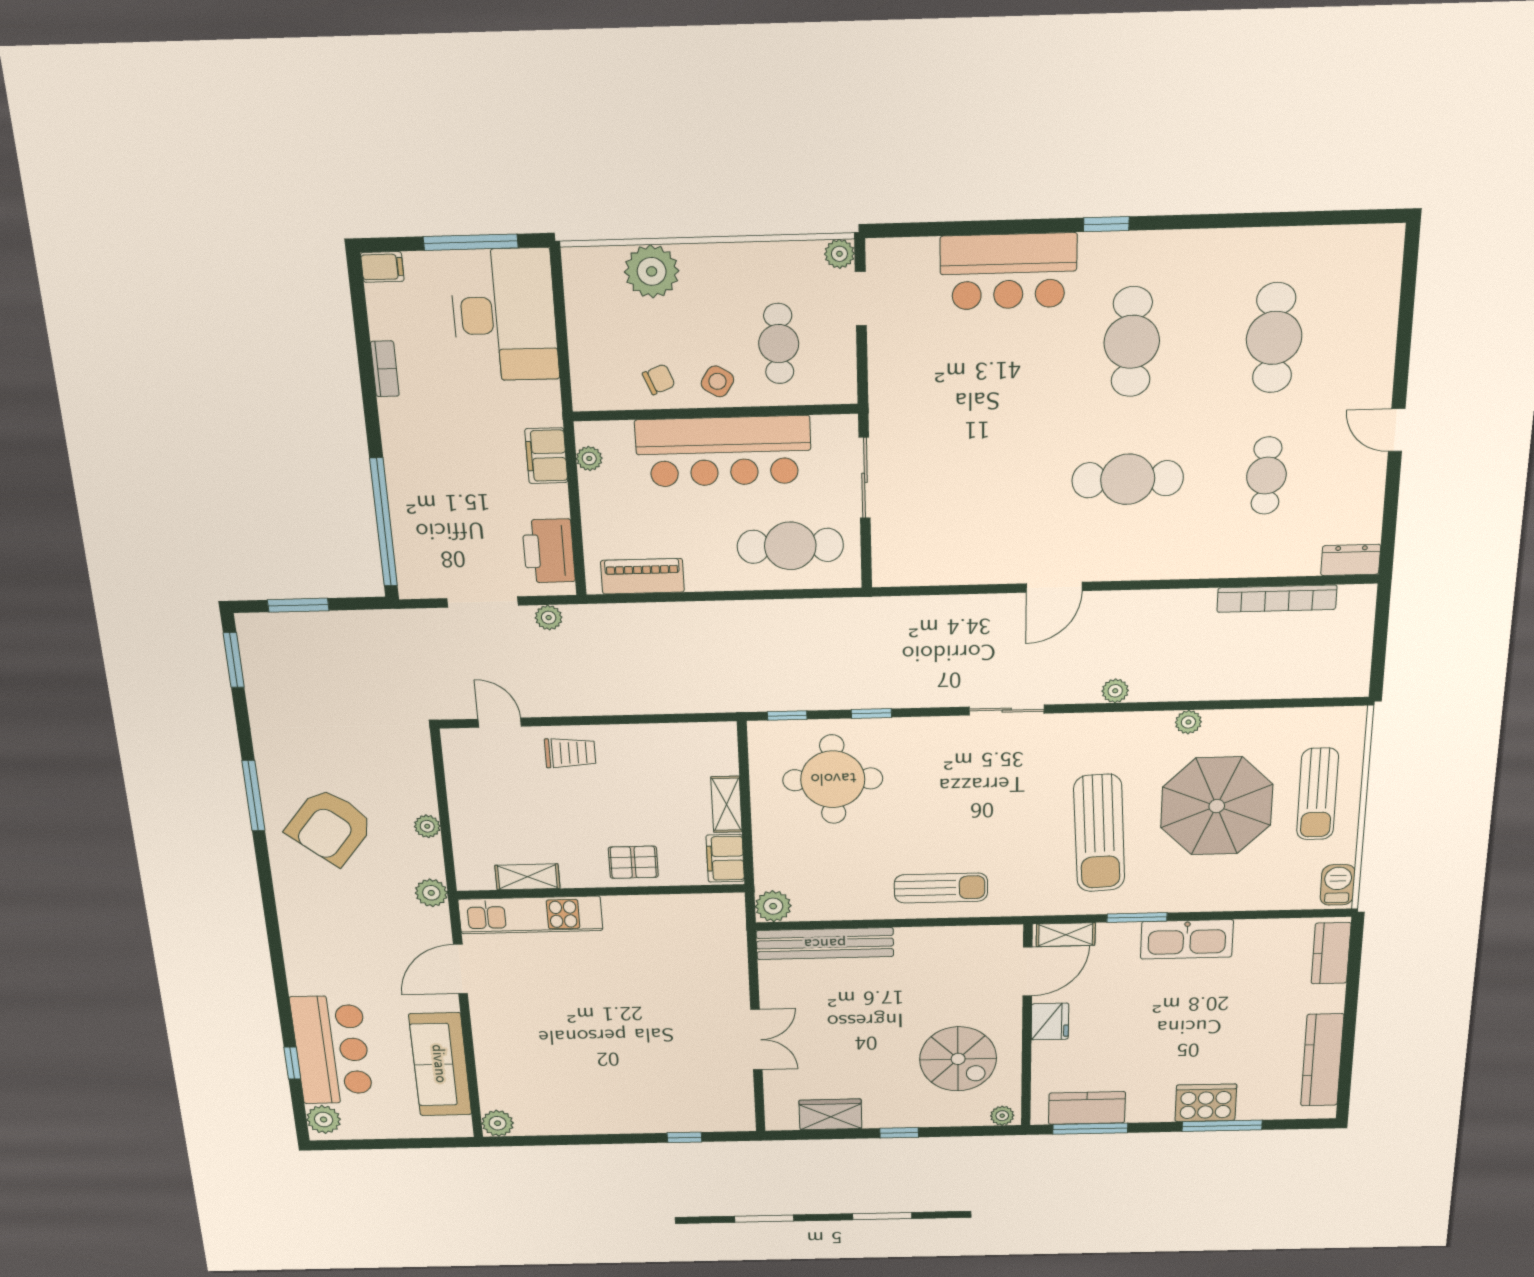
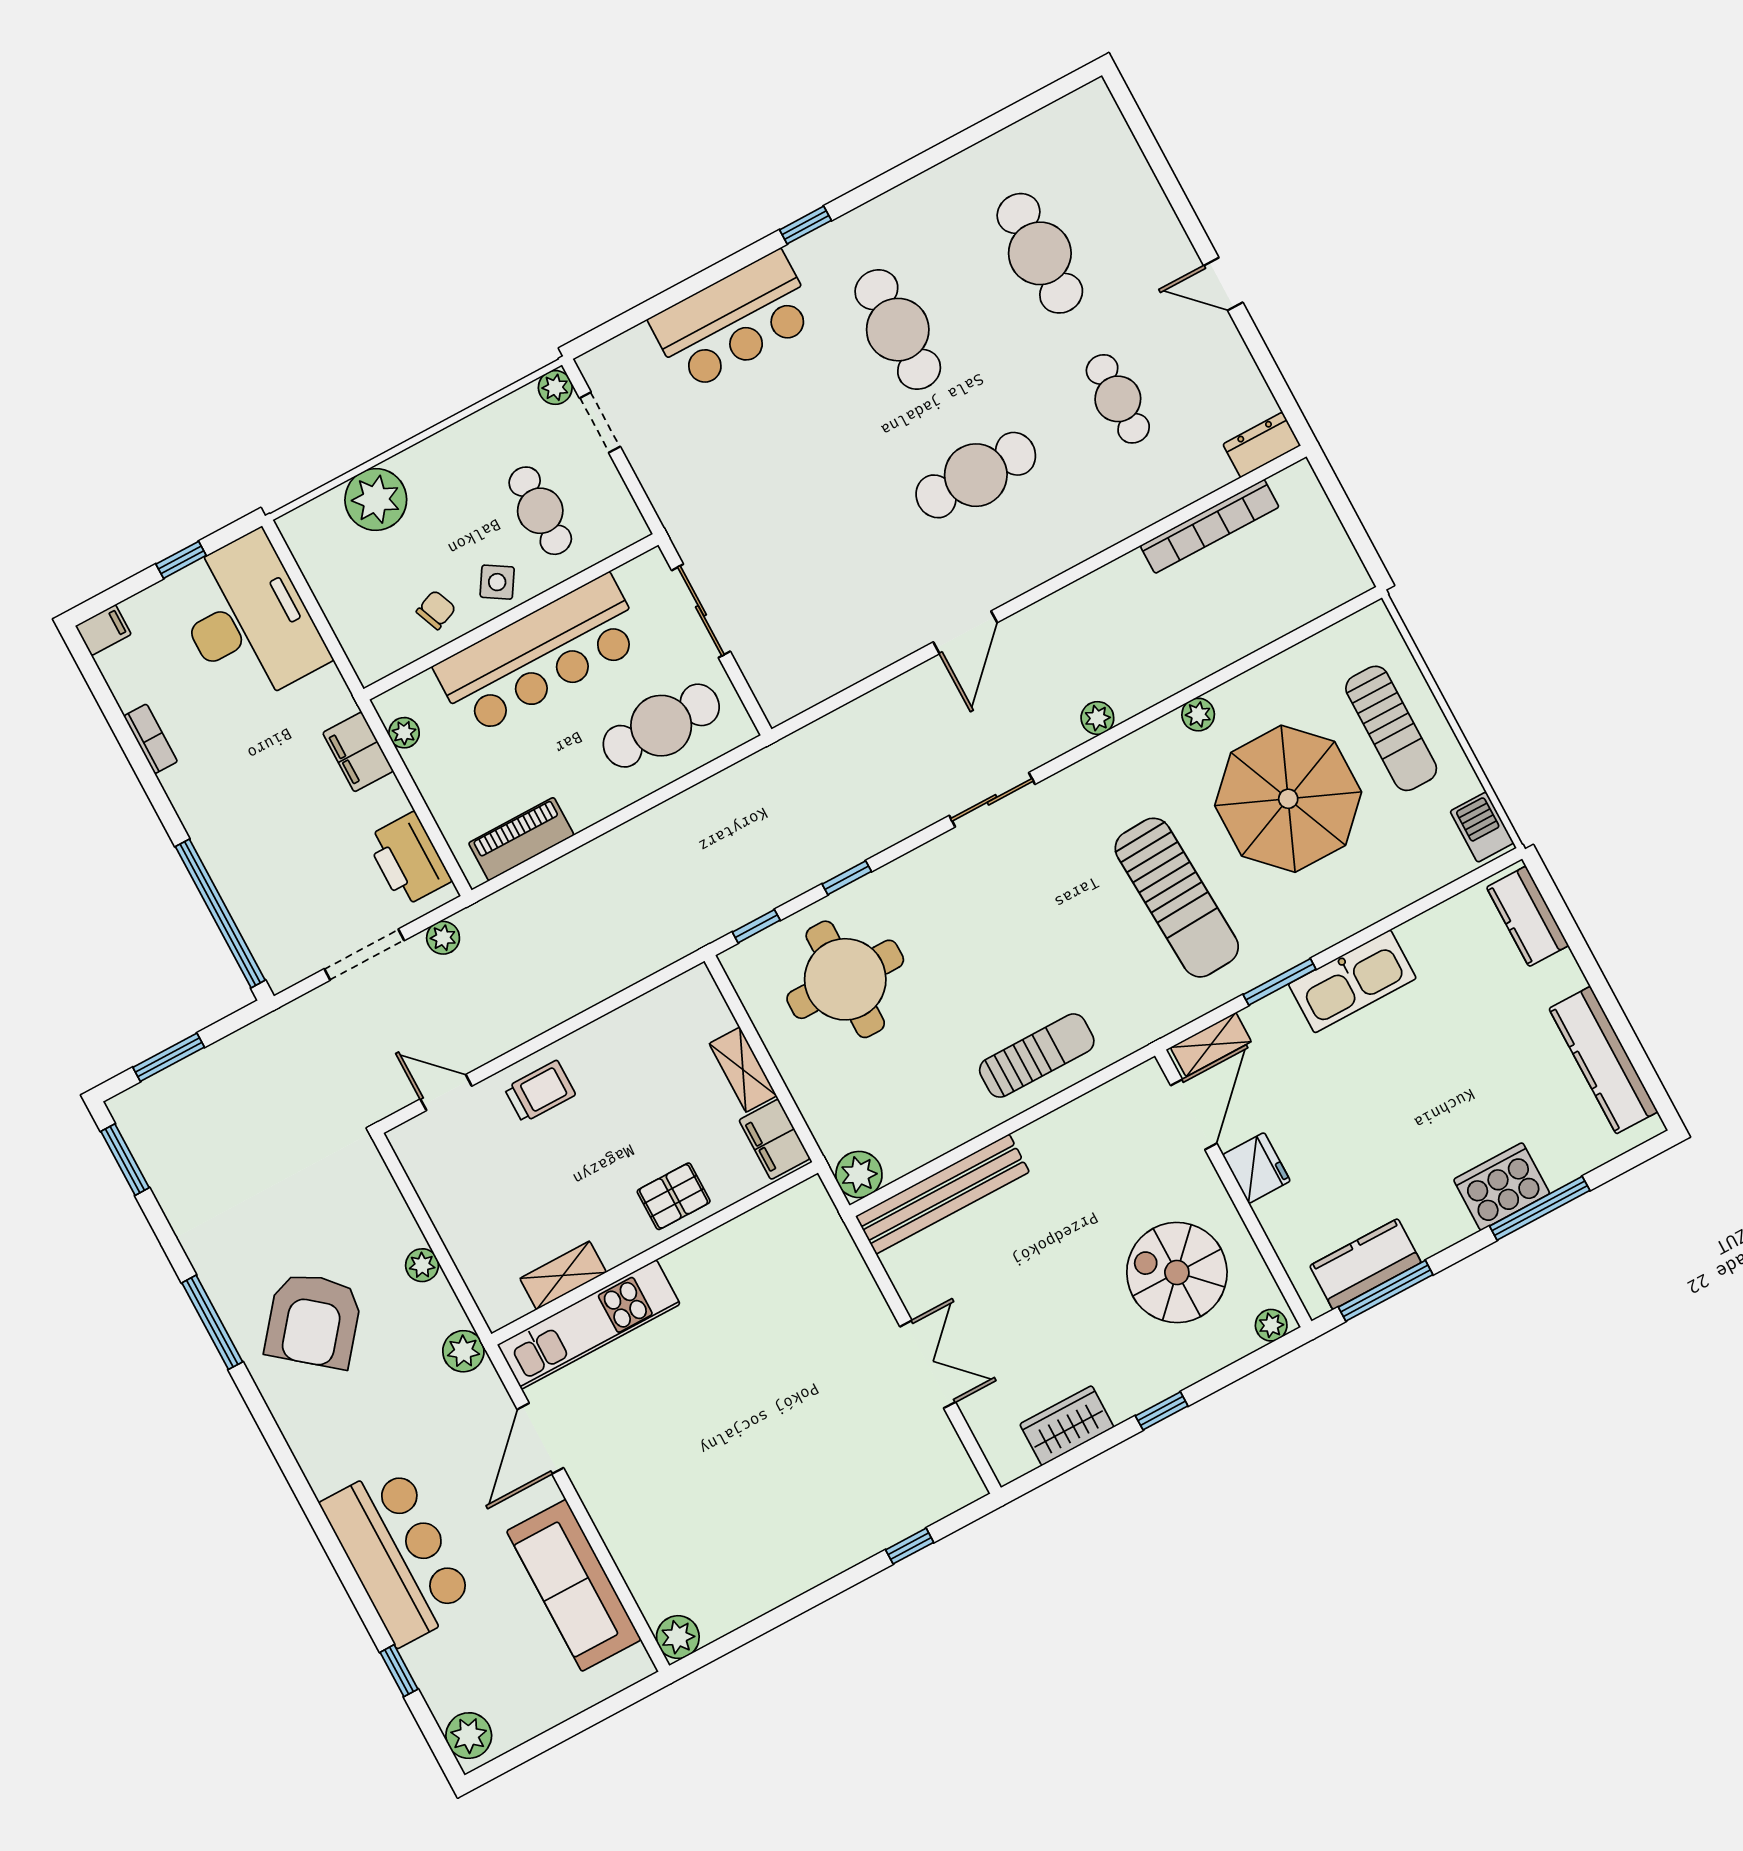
window: (471, 242) -> (181, 560), width x0.46
bar counter: (332, 1050) -> (398, 1554), moved
spiral stairs: (958, 1059) -> (1177, 1272), turned 180

